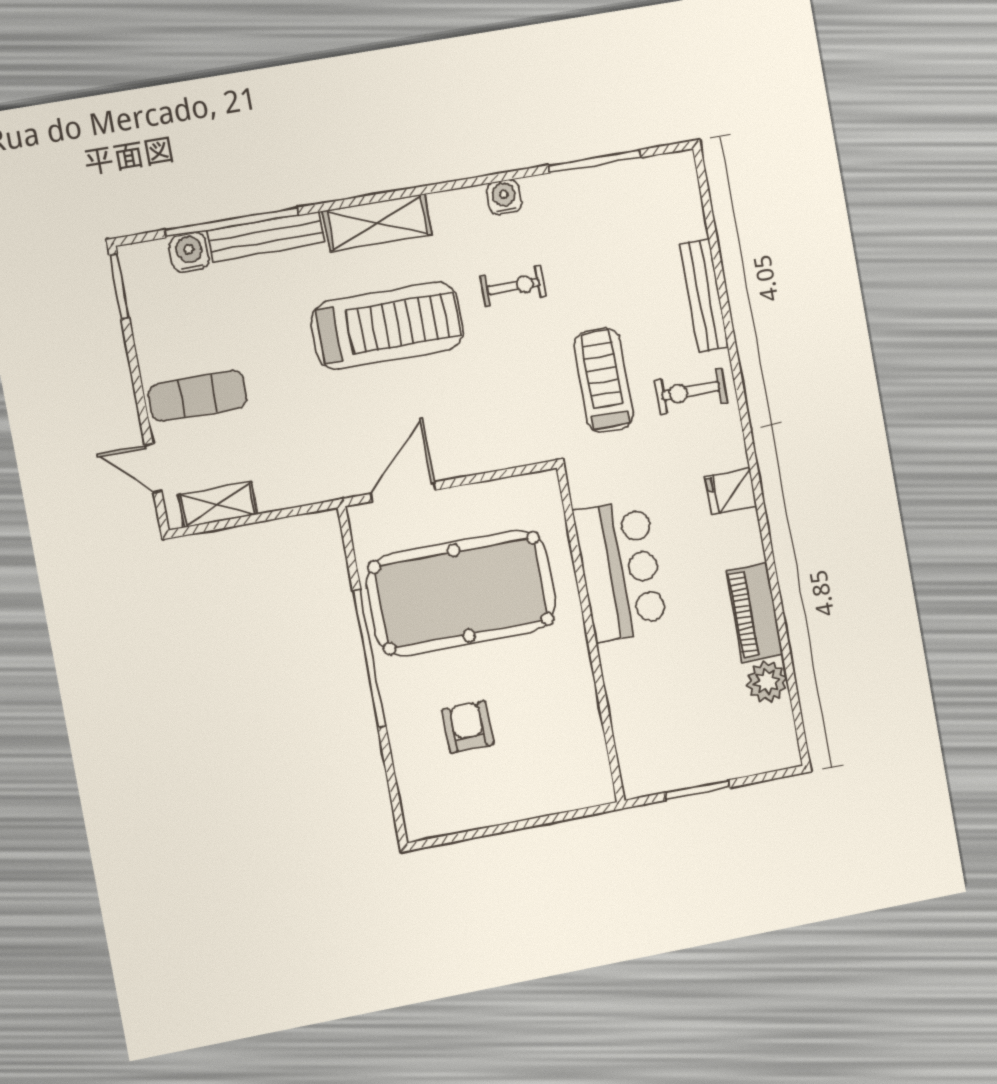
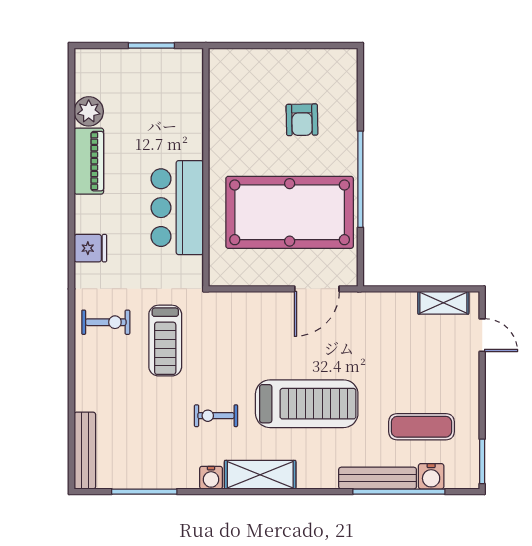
shelving: (377, 223) -> (260, 475), moved
bench: (704, 296) -> (85, 451), moved
treadmill: (387, 326) -> (307, 404), turned 180
exercise mat: (198, 396) -> (421, 427), moved

